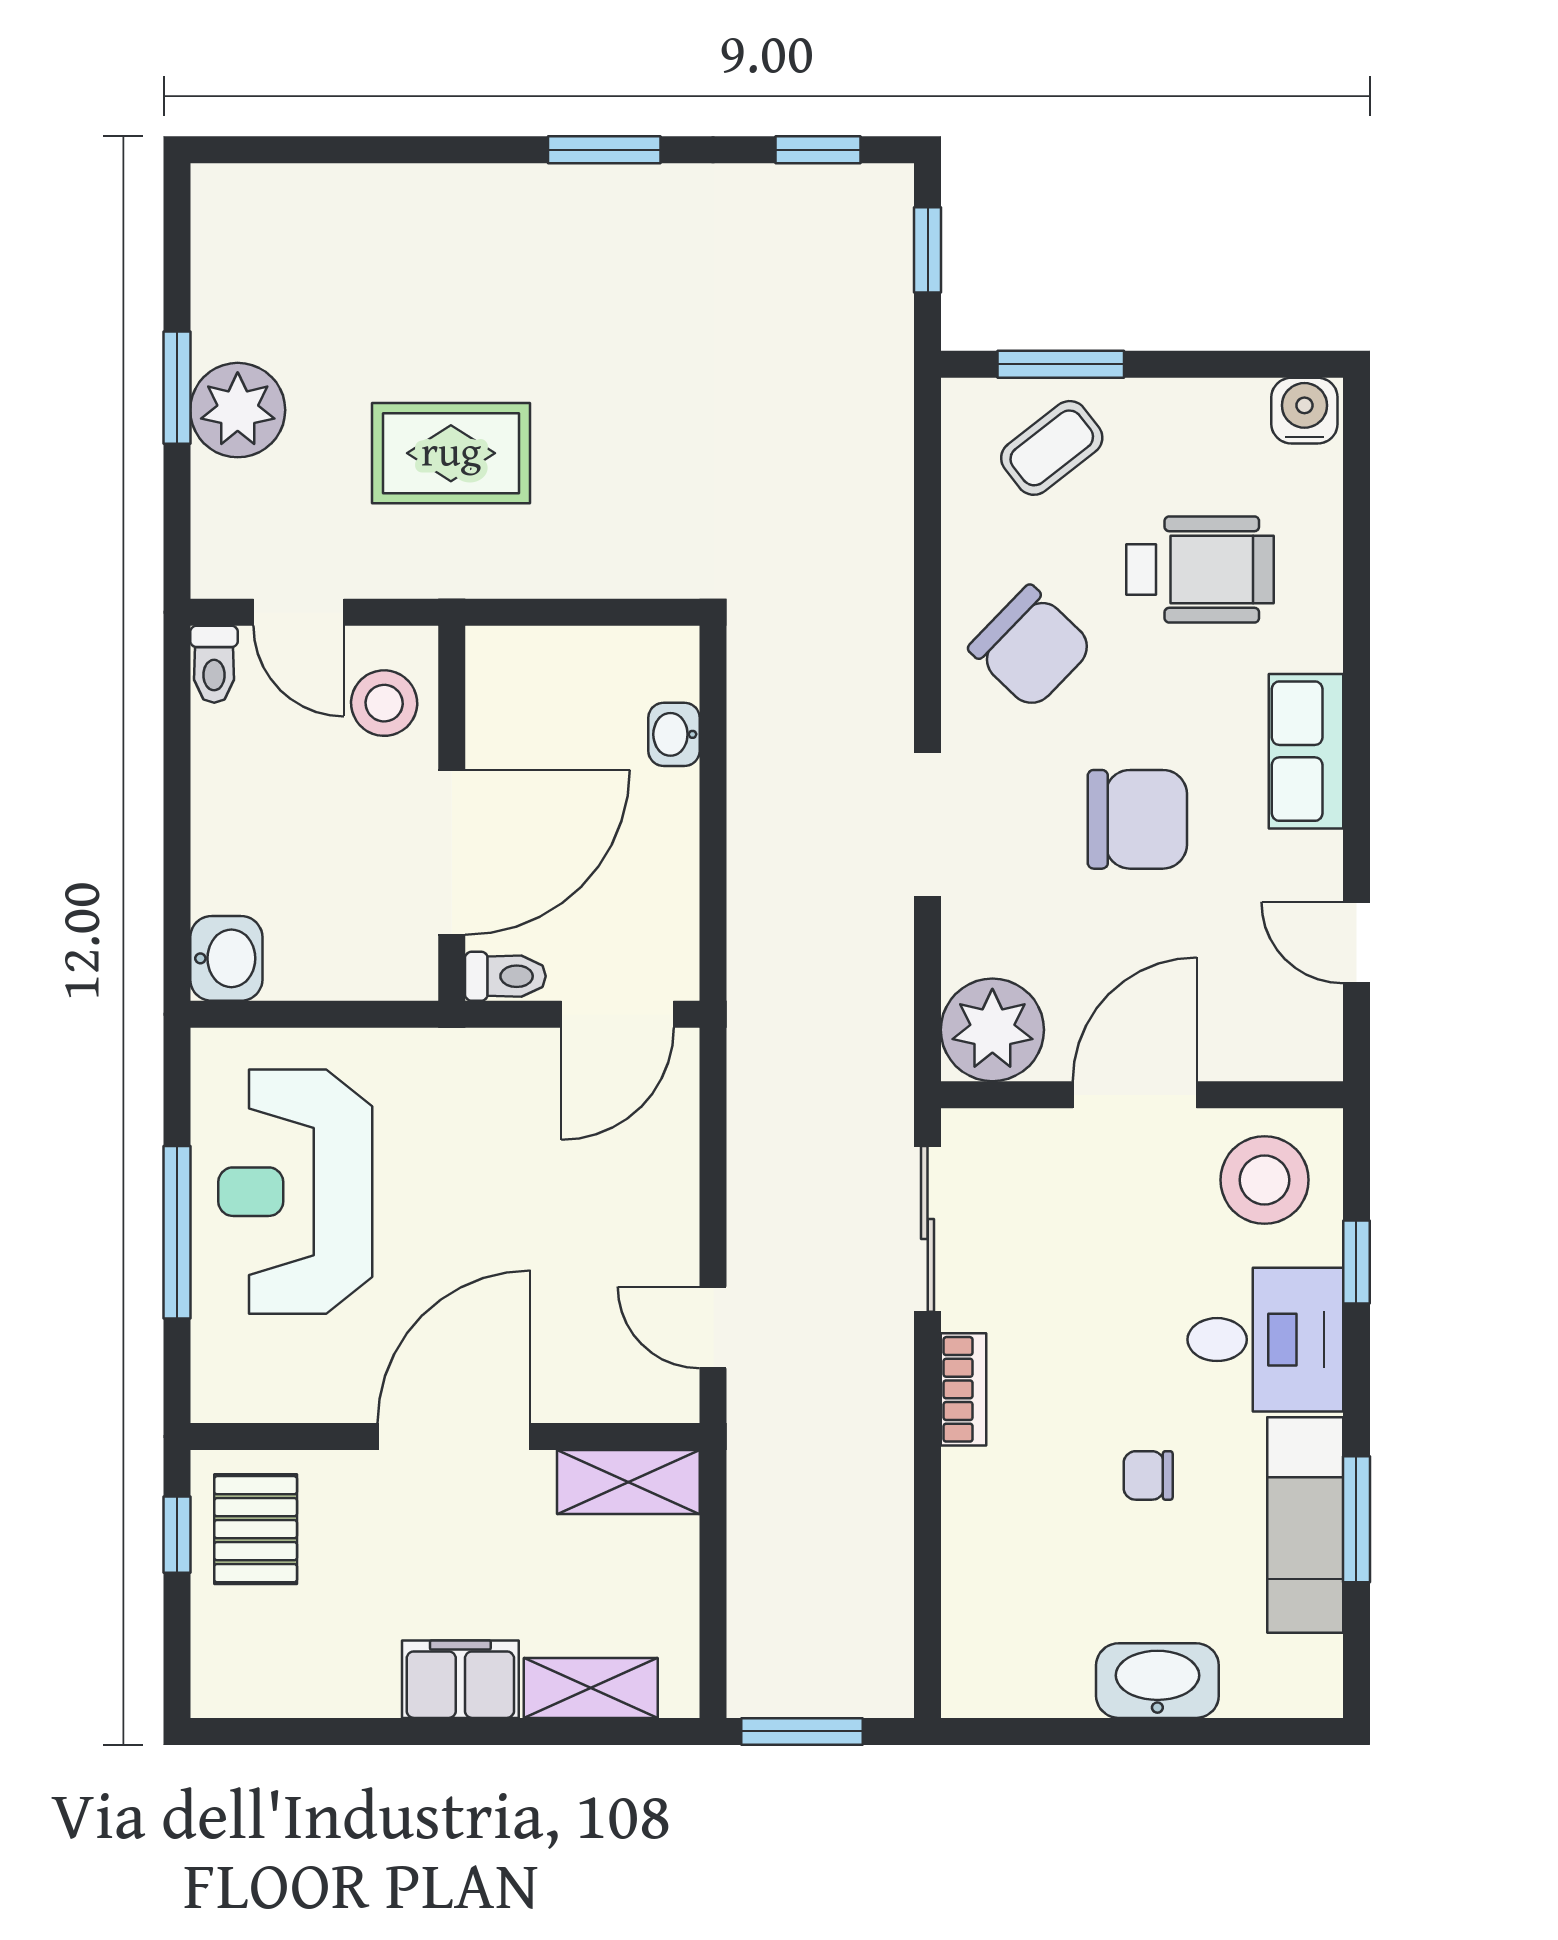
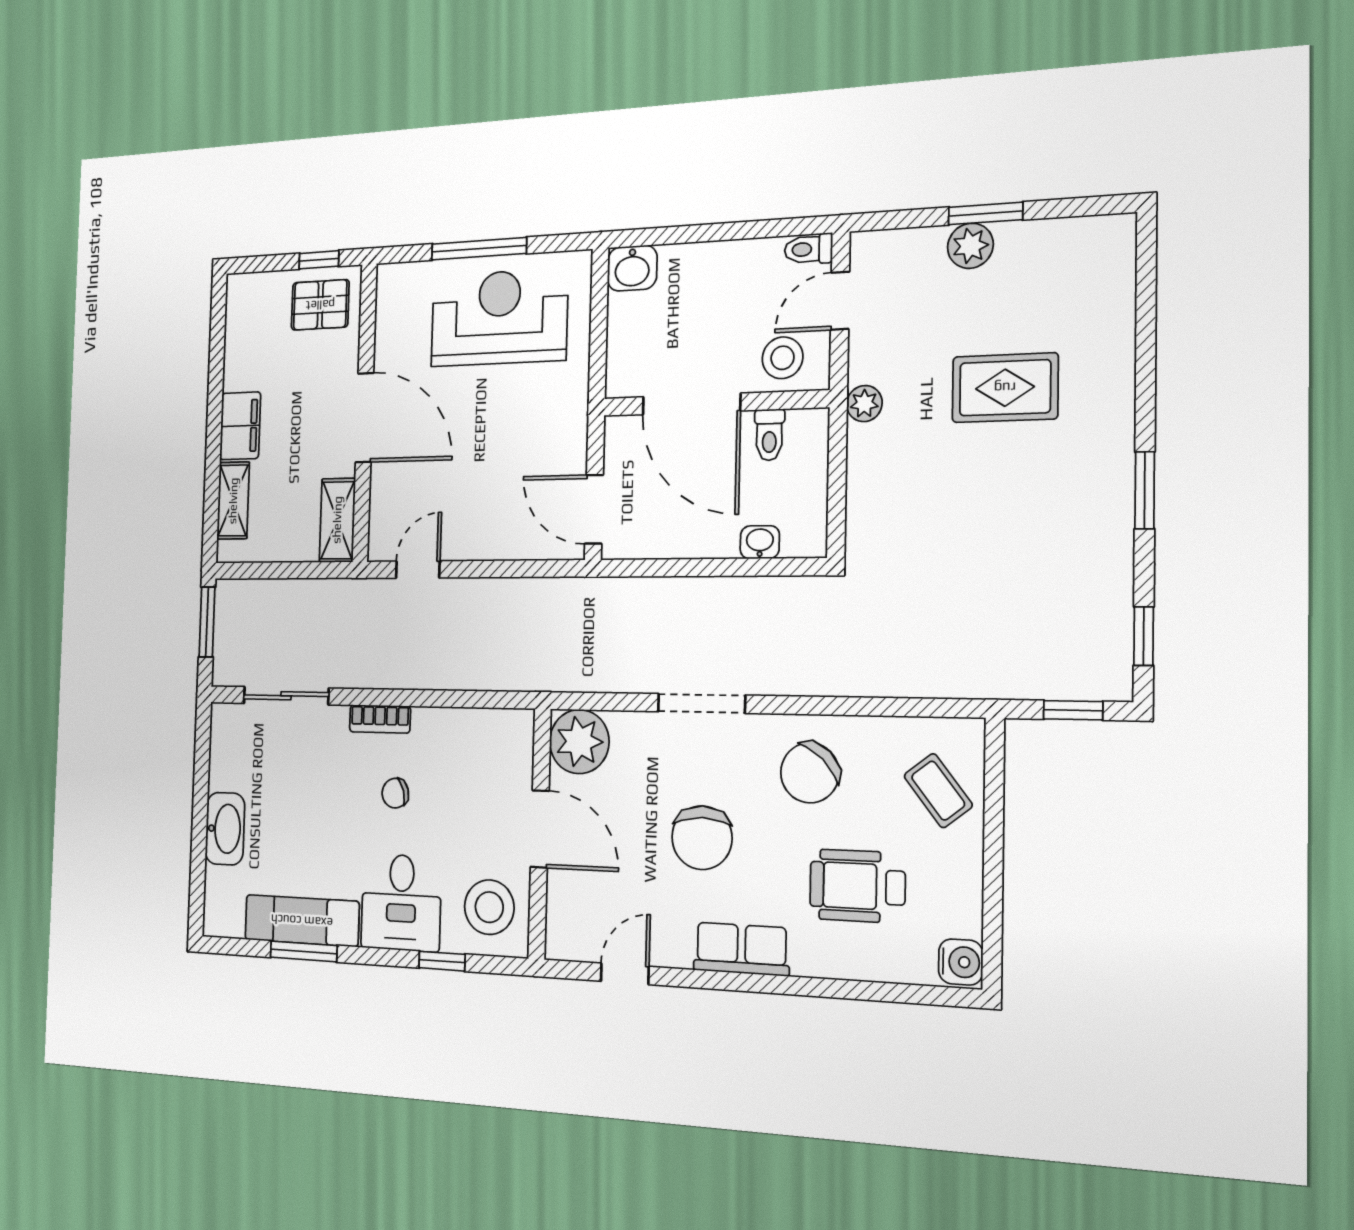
window: (1061, 364) -> (994, 799), removed
plant: (238, 410) -> (970, 246), width x0.73, depth x0.73
rug: (451, 453) -> (1005, 388), moved, turned 90
wheelchair: (1200, 569) -> (857, 886), turned 90
plant: (461, 571) -> (864, 404), added
toilet: (505, 976) -> (769, 435), moved
sliding door: (928, 1229) -> (286, 696), moved
chair: (1148, 1475) -> (395, 793), moved, turned -106

